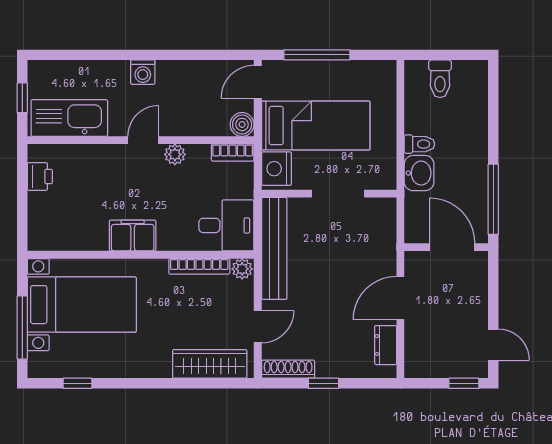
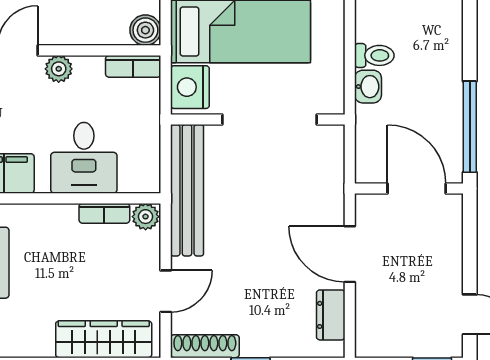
washbasin: (419, 173) -> (368, 87), width x0.72, depth x0.69
doorway: (338, 194) -> (269, 119), width x1.36
desk: (226, 225) -> (84, 158), moved, turned 90
bookcase: (199, 266) -> (104, 213), width x0.64
door: (400, 298) -> (350, 254), hinge flipped

